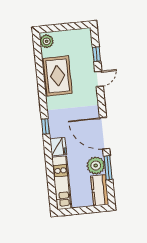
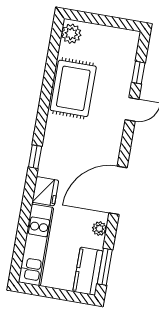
door: (105, 133) -> (118, 190), hinge flipped
plant: (96, 166) -> (99, 229), width x0.53, depth x0.53
window: (108, 168) -> (105, 267), moved

